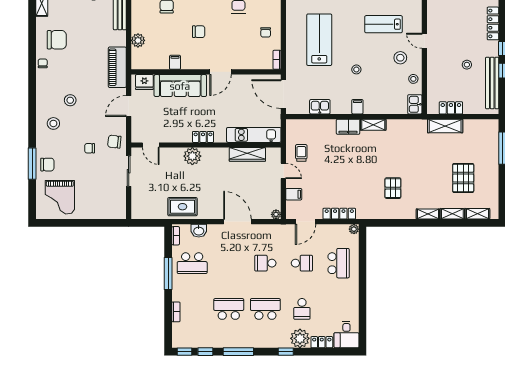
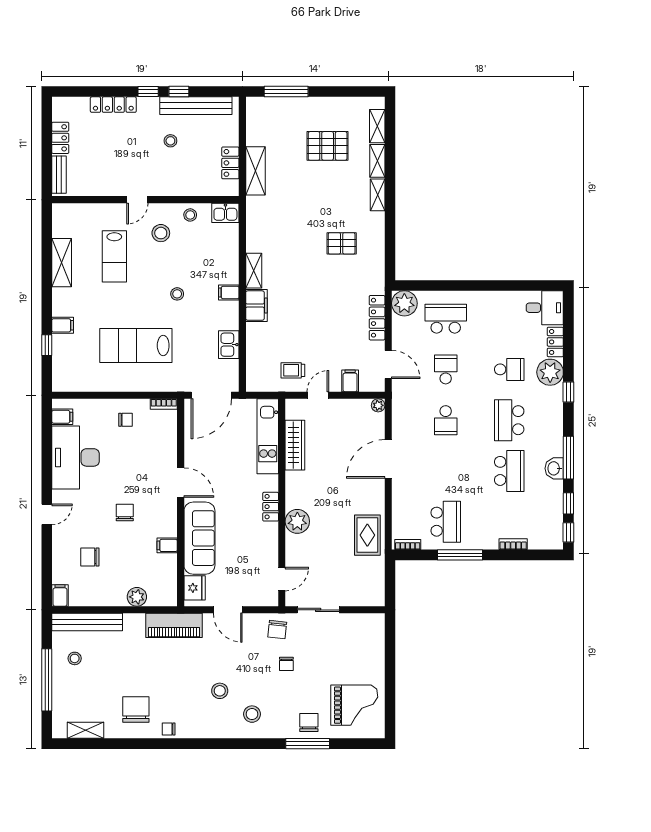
plant: (354, 229) -> (404, 303), width x1.88, depth x1.88
washbasin: (199, 231) -> (554, 468), moved, turned 180
school desk: (229, 309) -> (509, 471), turned 180

